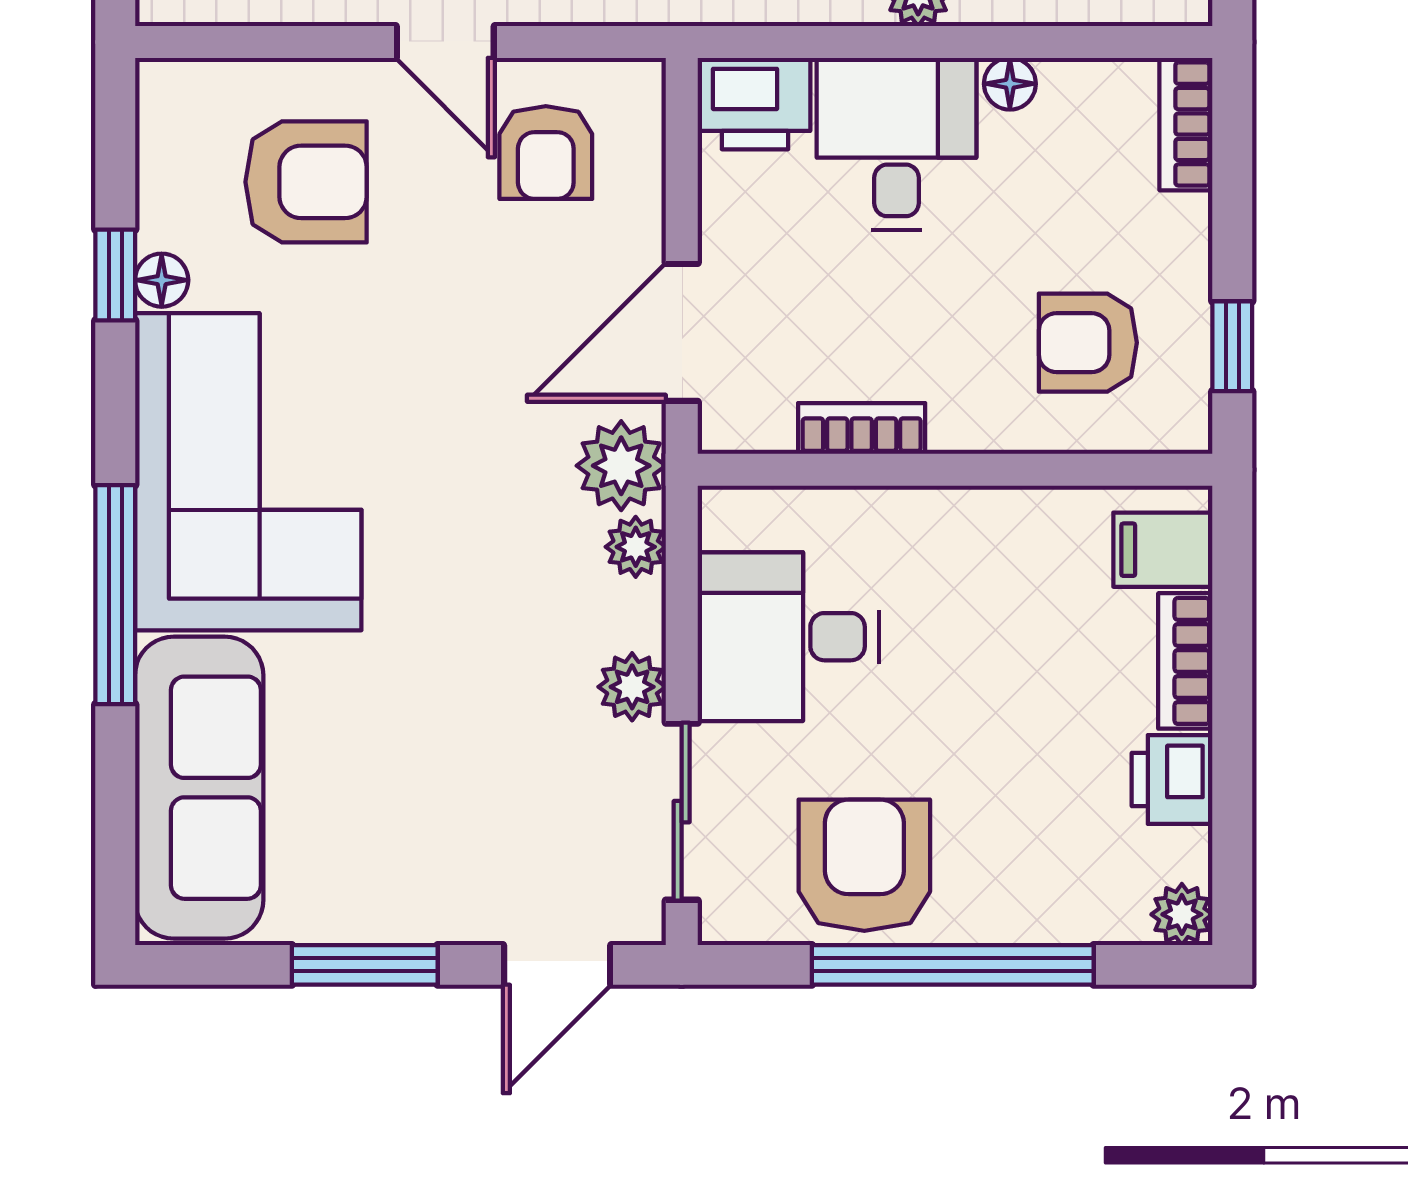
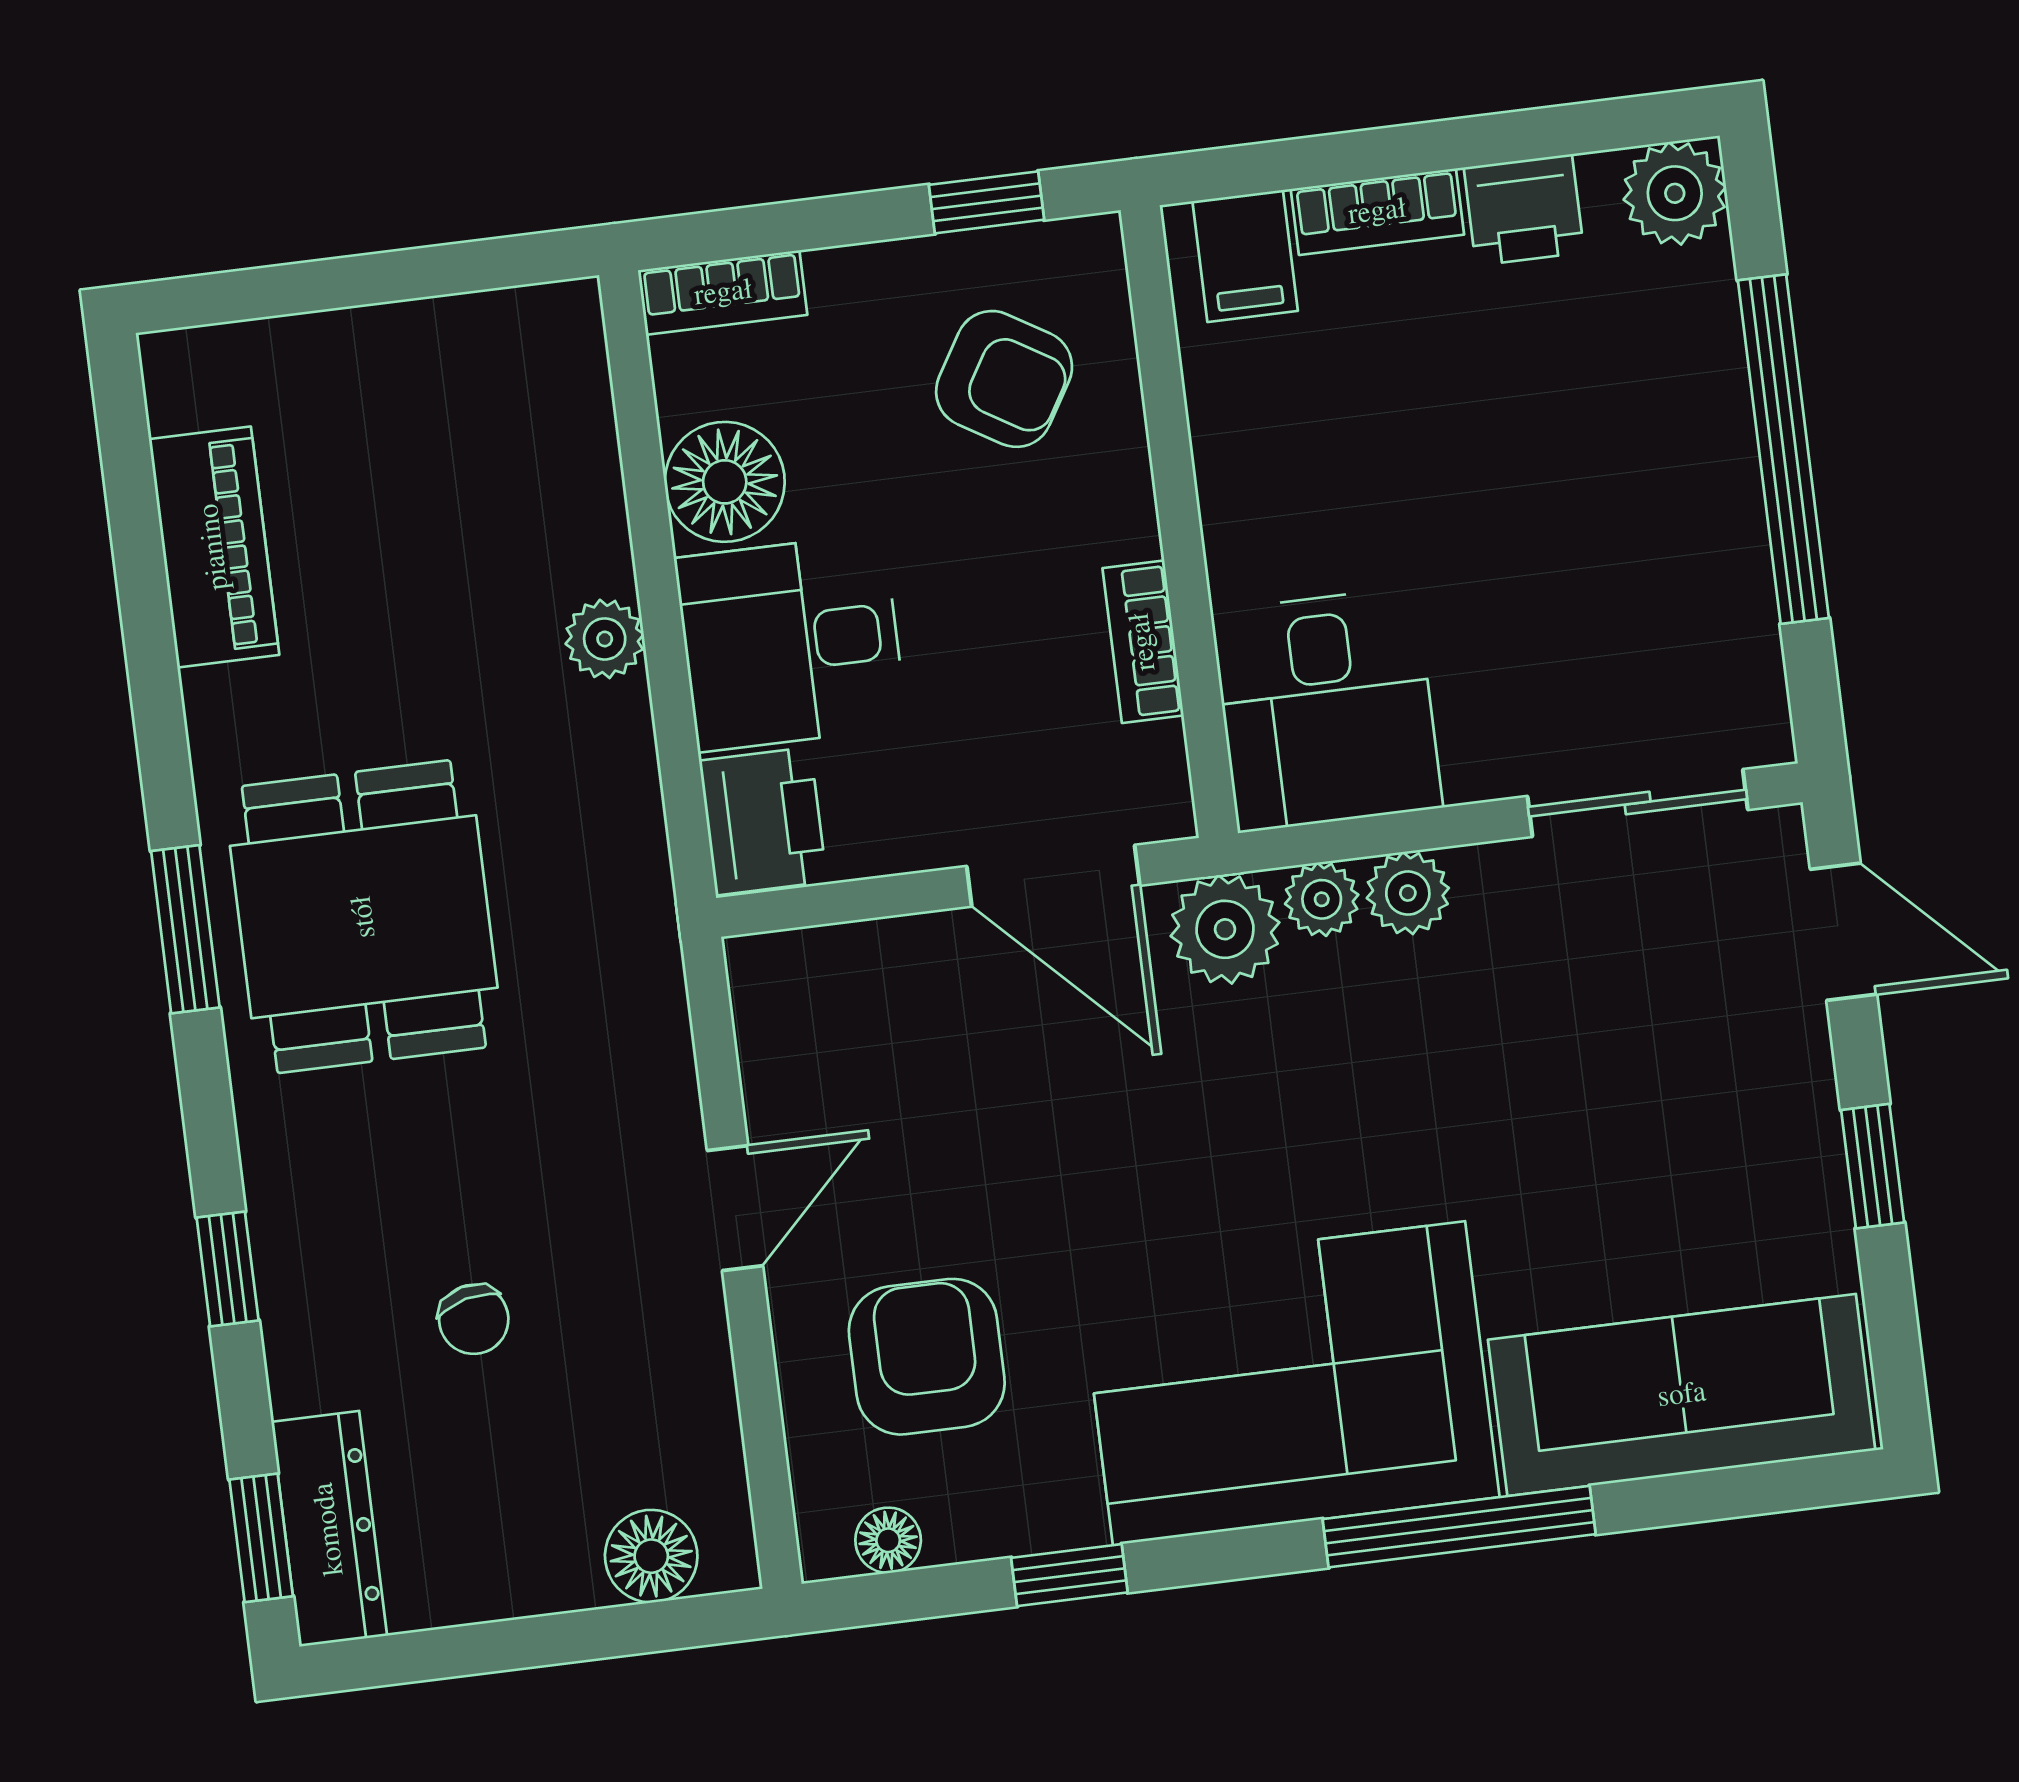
floor lamp: (1010, 84) -> (725, 482), width x1.89, depth x1.89
armchair: (546, 153) -> (855, 1069), removed
floor lamp: (162, 280) -> (888, 1540), moved
armchair: (1088, 343) -> (1004, 379), turned -59
desk: (788, 637) -> (1327, 709), moved
plant: (632, 687) -> (1408, 893), moved
armchair: (864, 865) -> (1675, 572), removed
plant: (1182, 914) -> (1675, 193), width x1.38, depth x1.38
window: (365, 965) -> (1873, 1166), width x0.67

